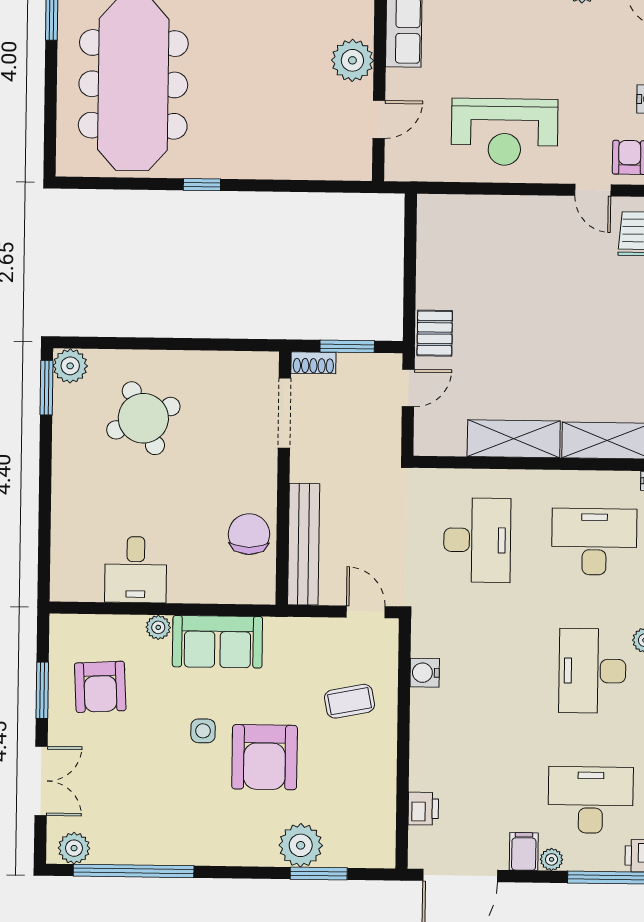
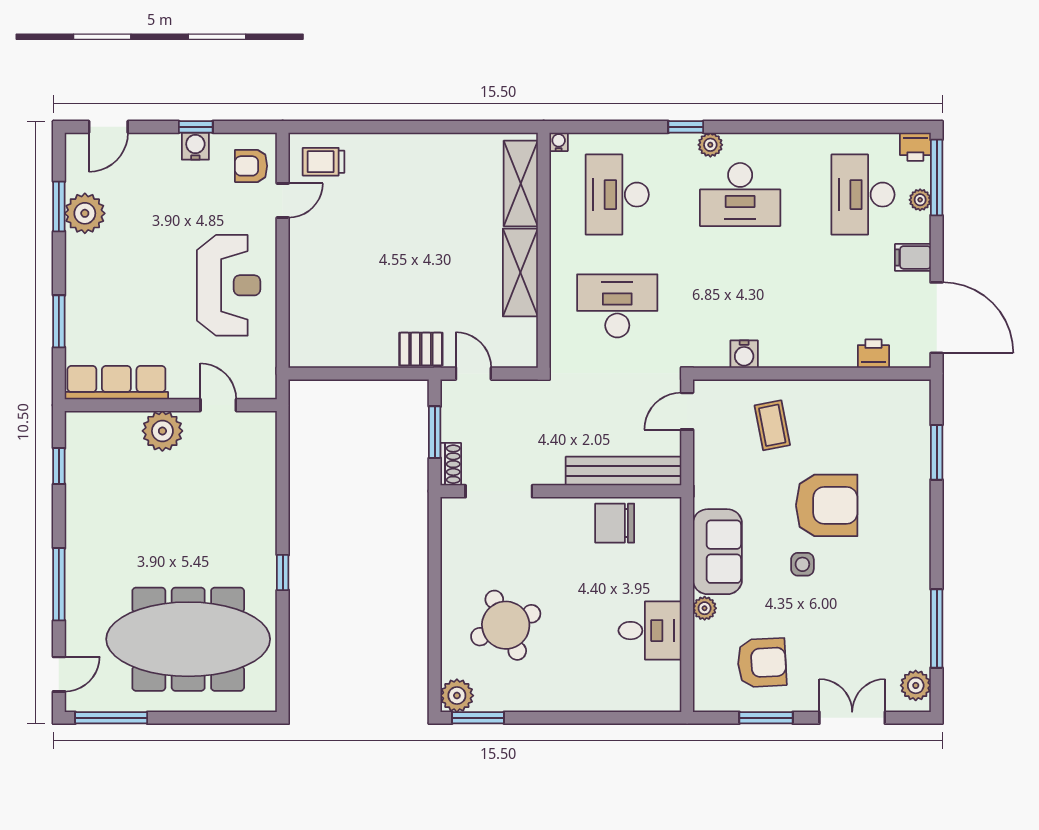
plant: (301, 845) -> (910, 470), removed
plant: (552, 859) -> (920, 200), moved
window: (134, 871) -> (937, 629), width x0.68

